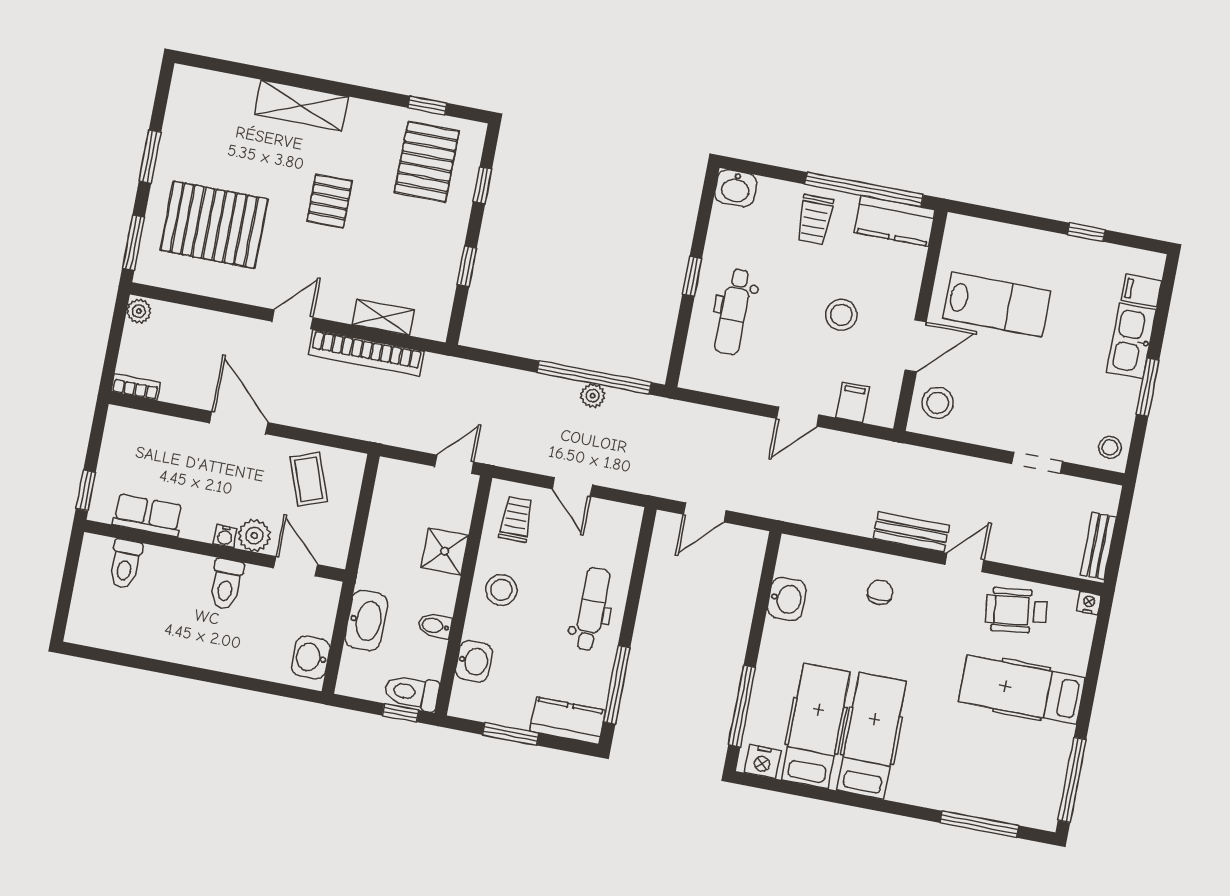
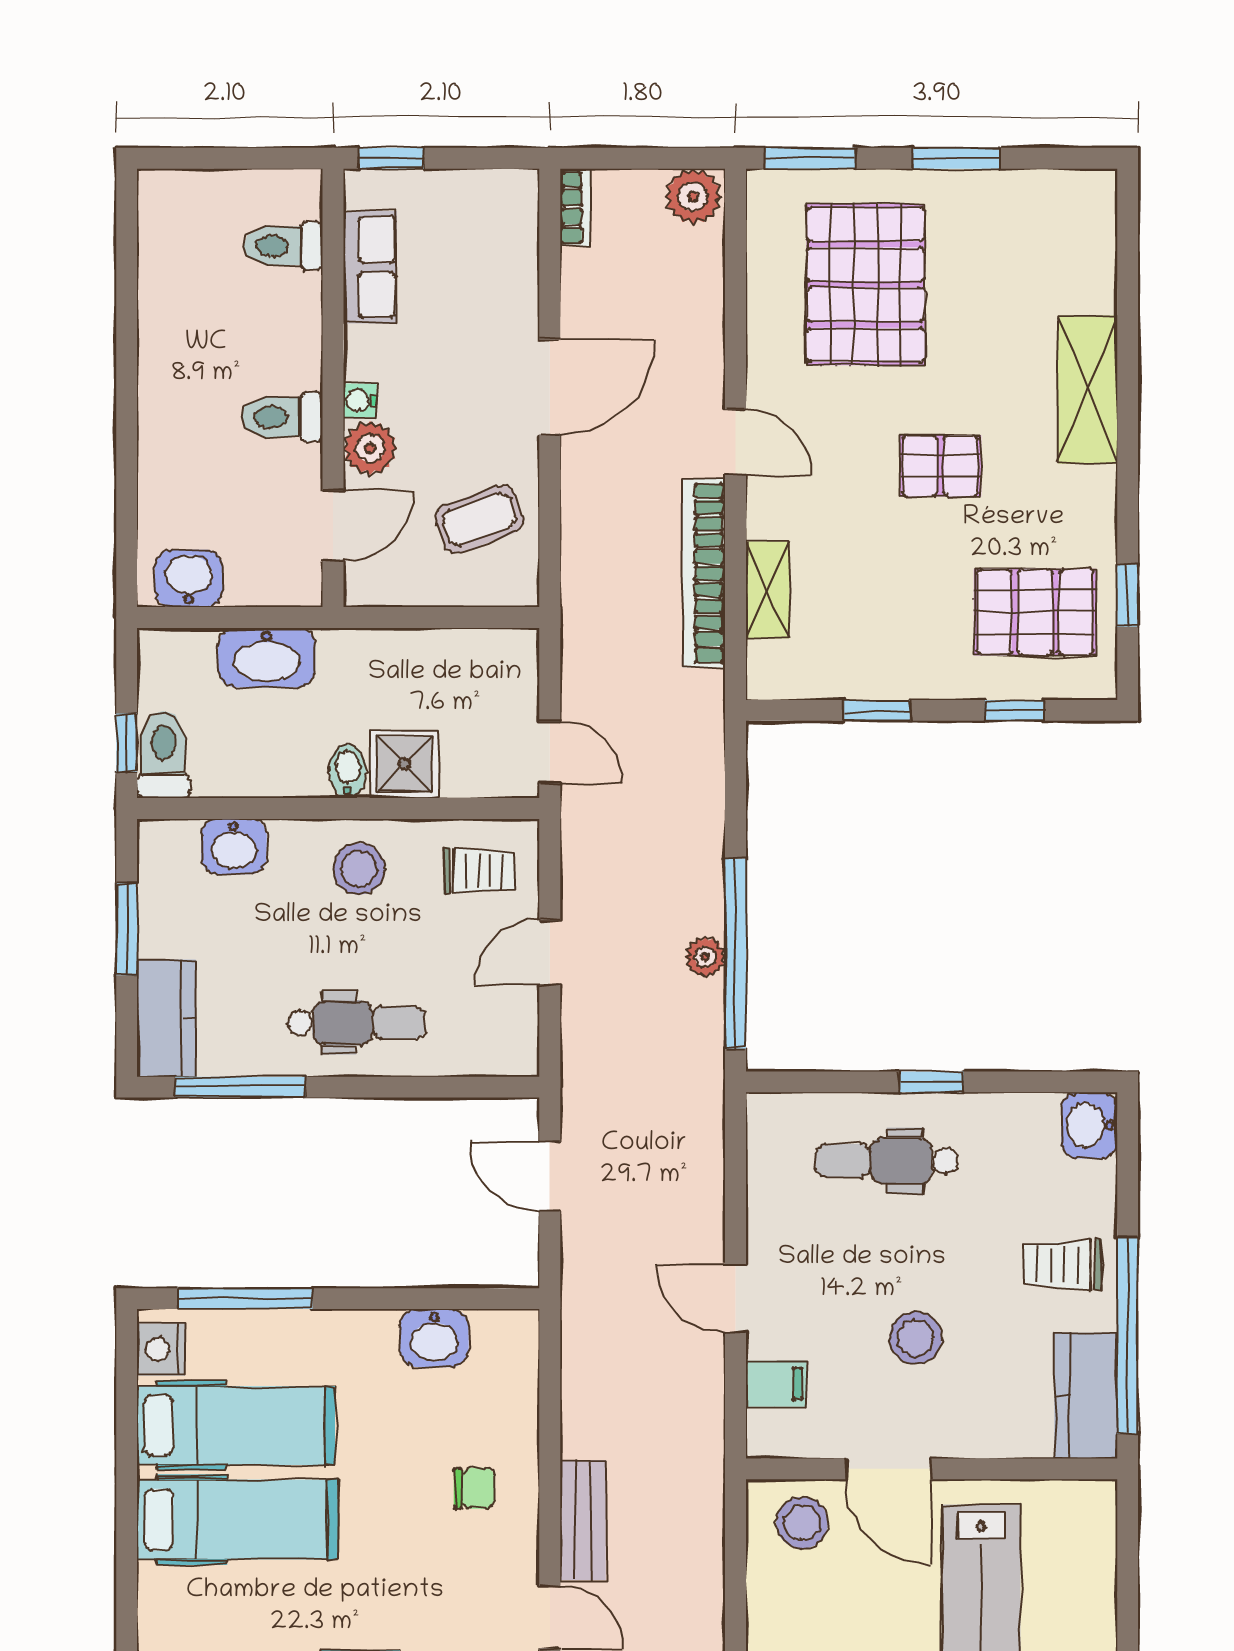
plant: (139, 311) -> (693, 196), width x1.38, depth x1.38
bidet: (435, 626) -> (348, 771), moved

